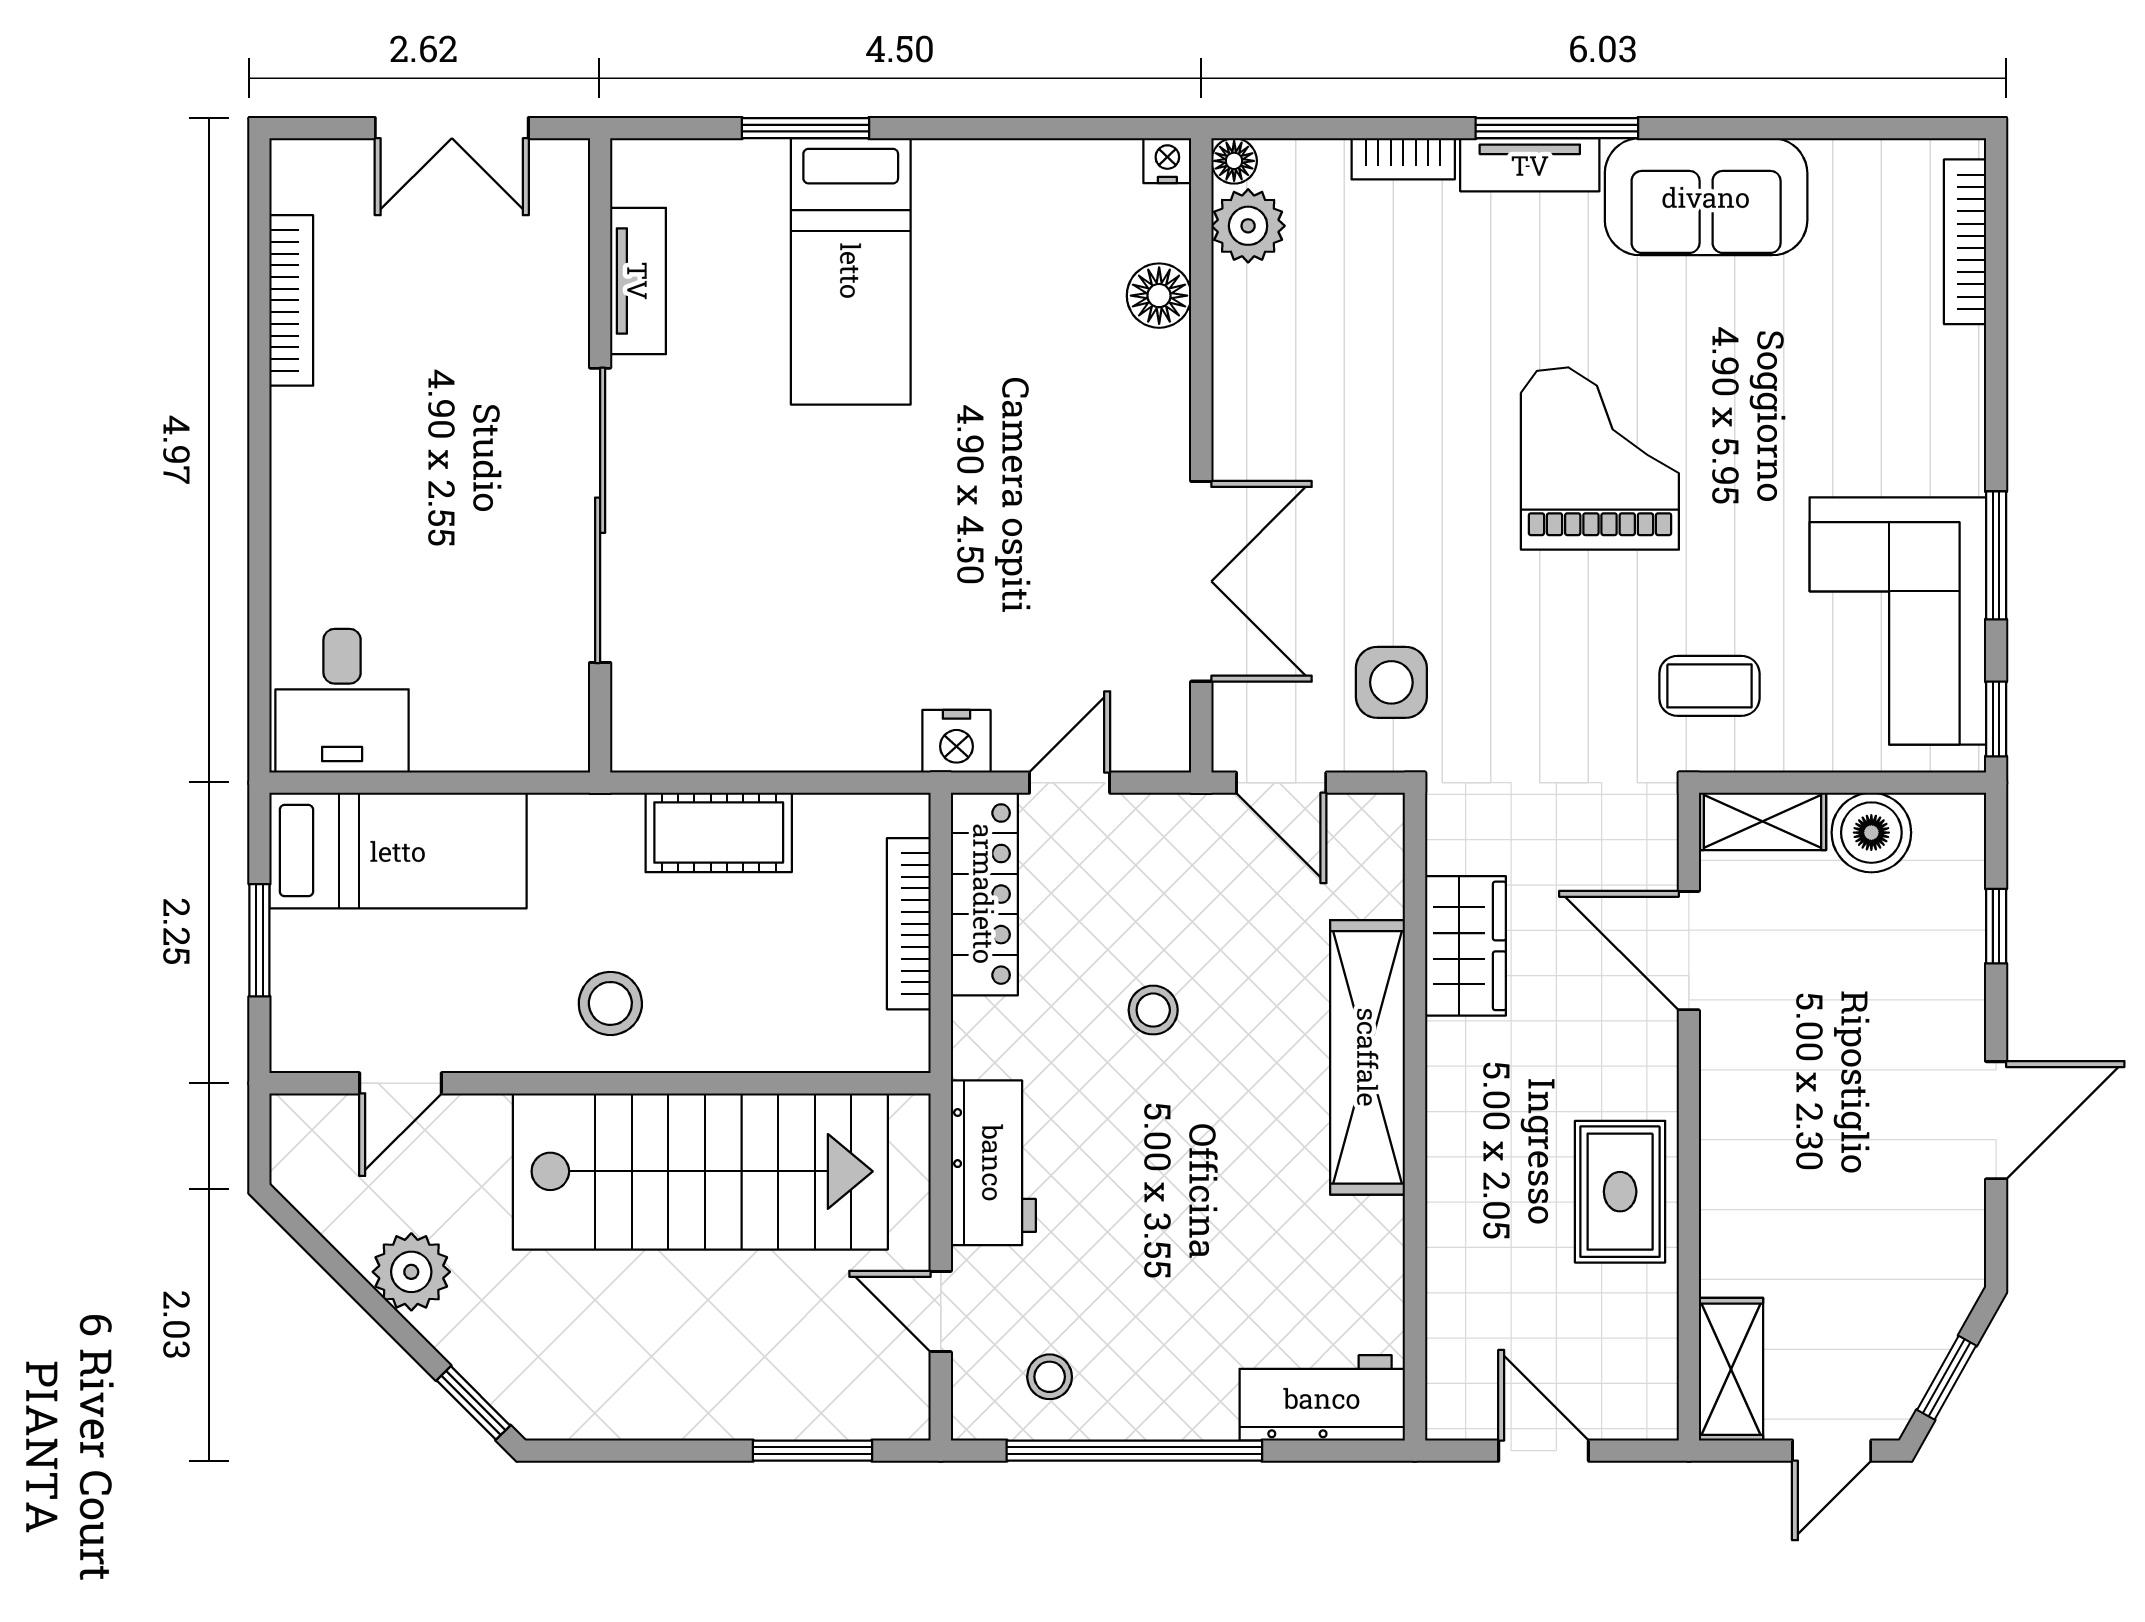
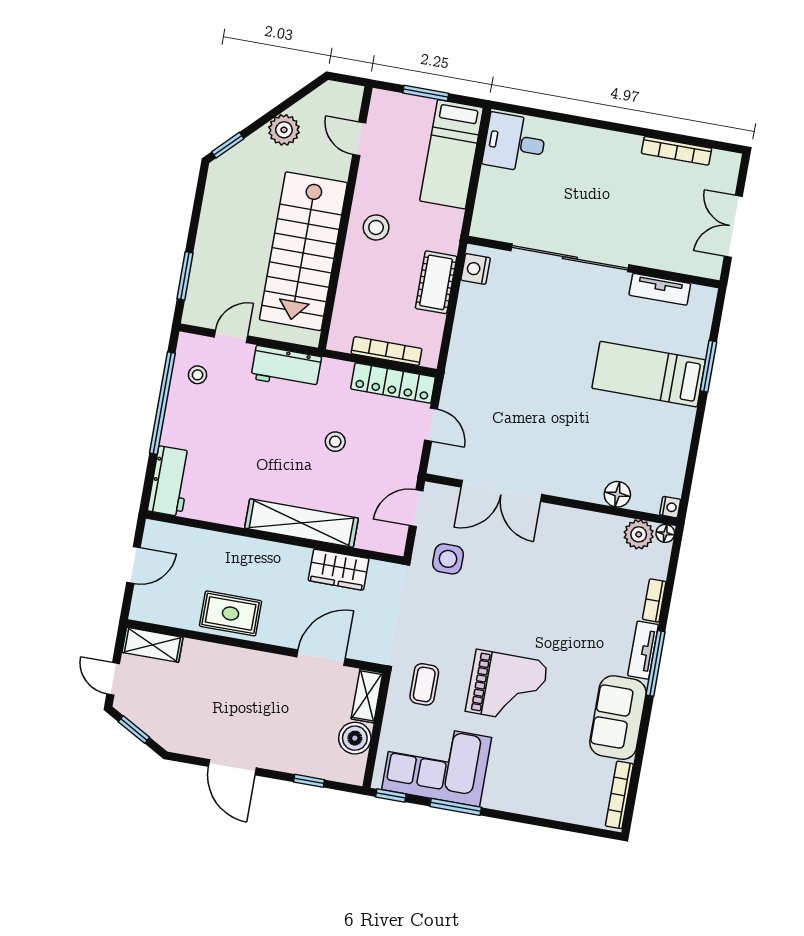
bookcase: (1965, 242) -> (619, 795), moved, turned -90
grand piano: (1600, 459) -> (507, 687), moved
nightstand: (956, 741) -> (476, 269), moved

